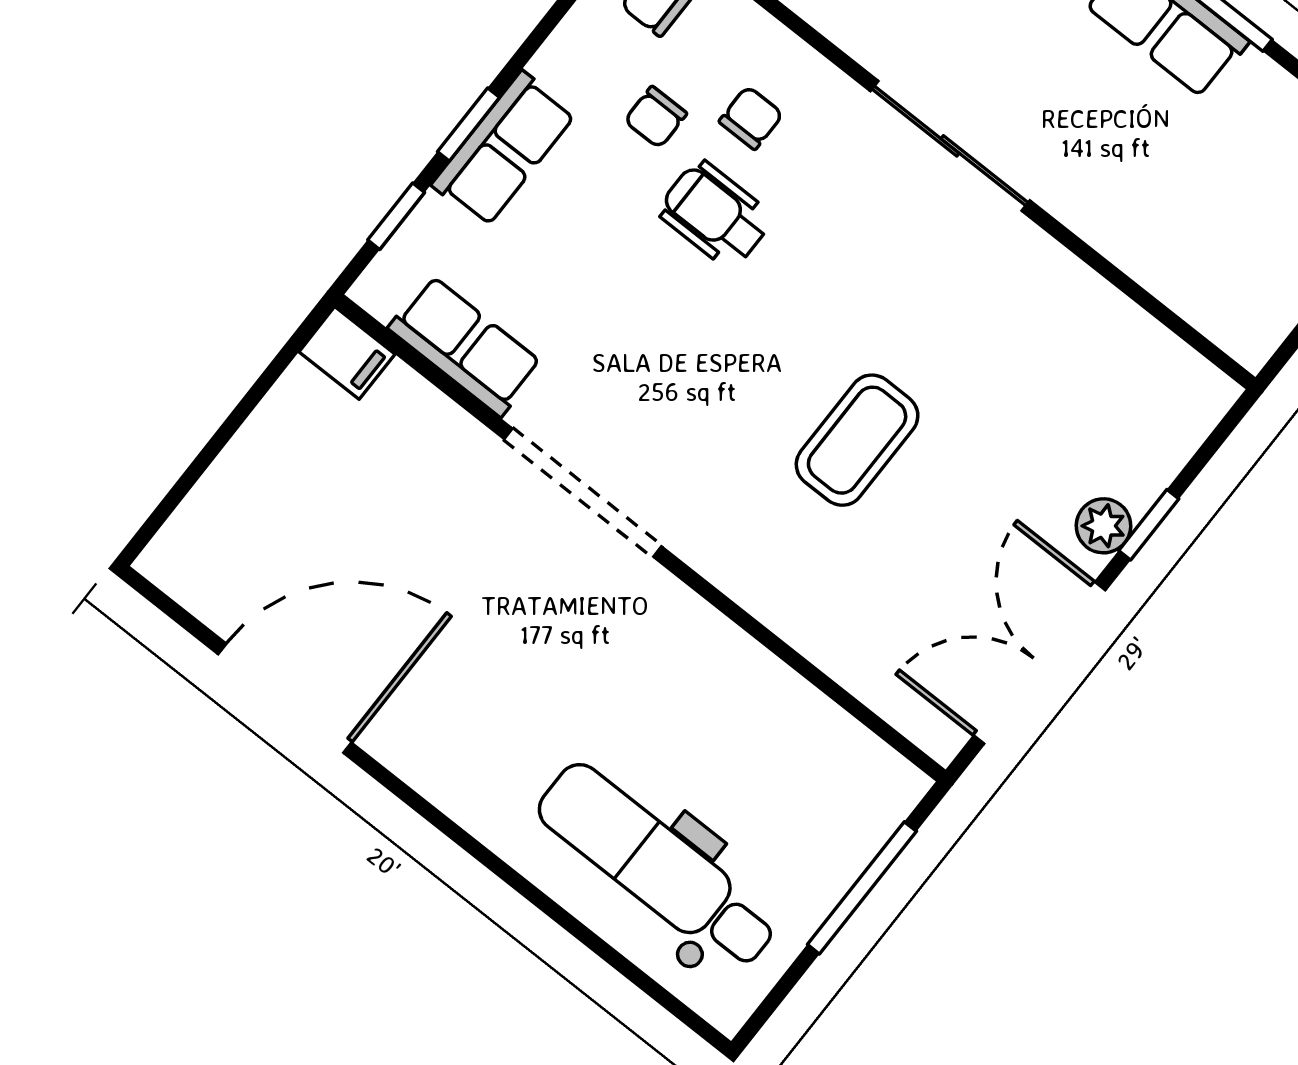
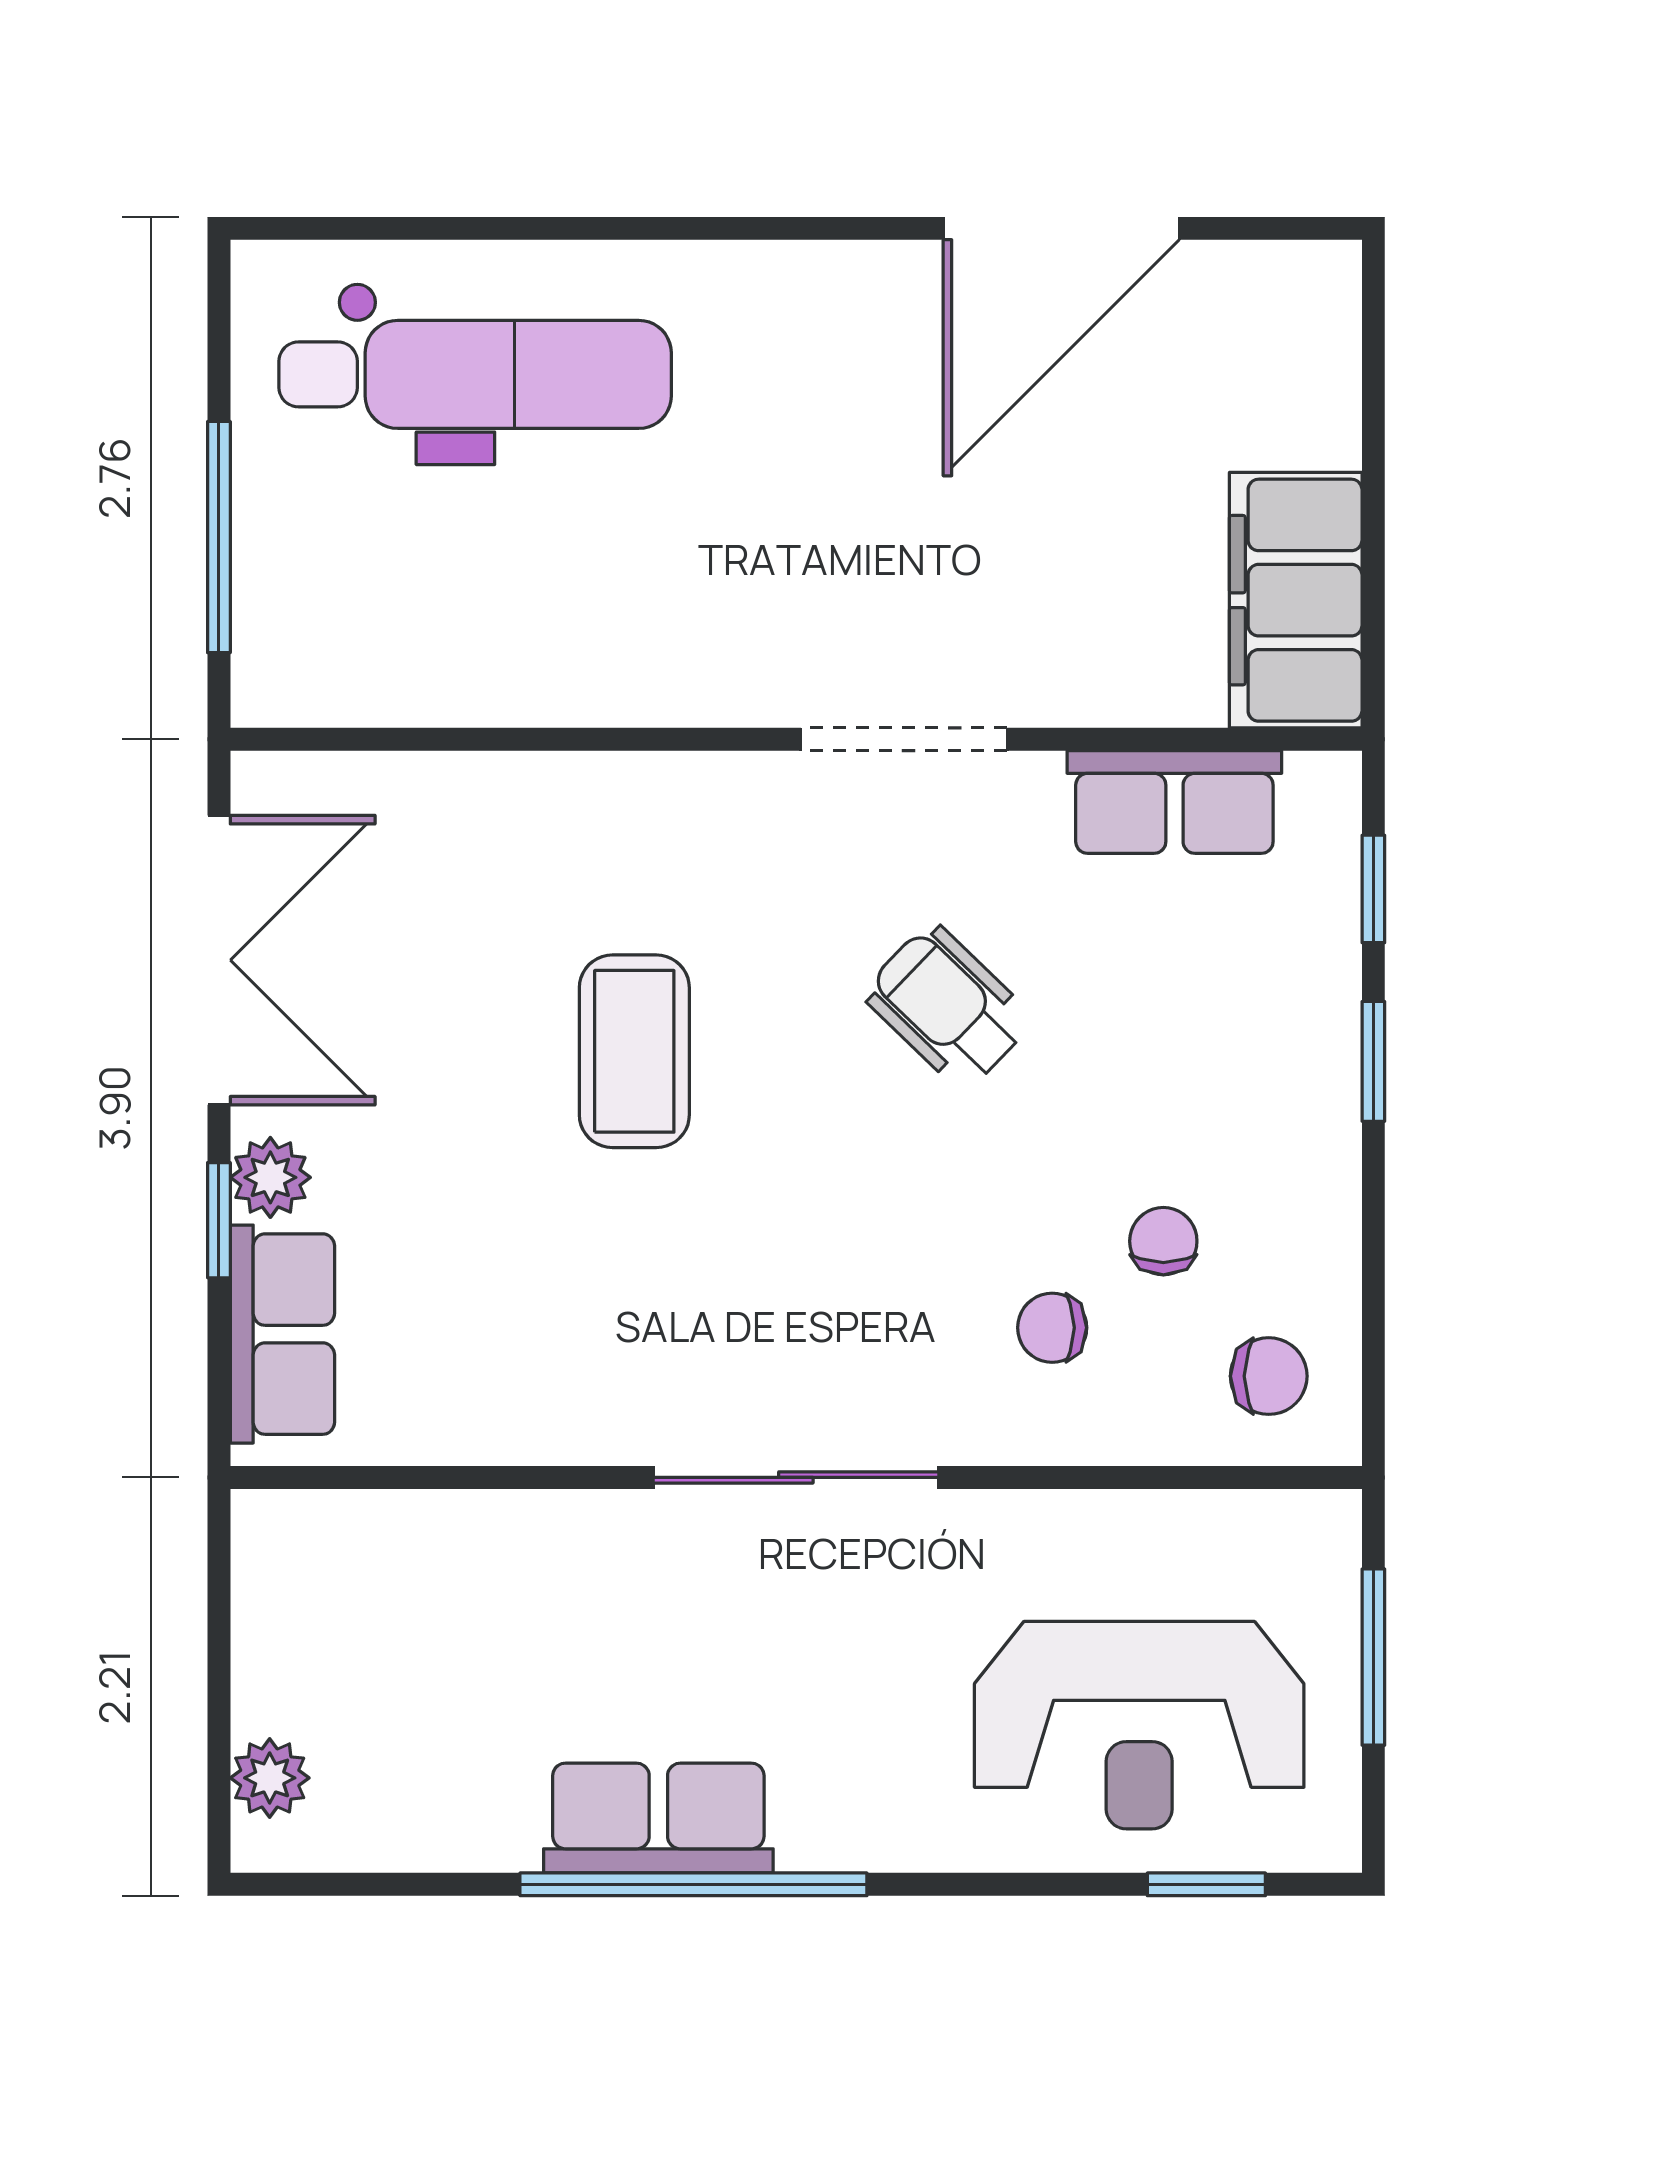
chair: (751, 118) -> (1052, 1328), turned 90
row of seats: (504, 149) -> (282, 1334), moved, turned 180
wheelchair: (715, 214) -> (948, 1007), moved, turned -136
filing cabinet: (347, 353) -> (1296, 600), width x3.00, depth x1.17
doorway: (583, 493) -> (904, 739), width x0.73

